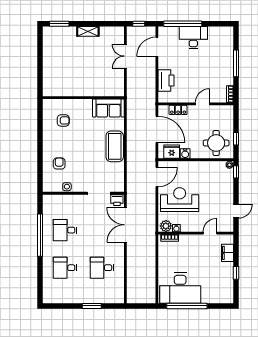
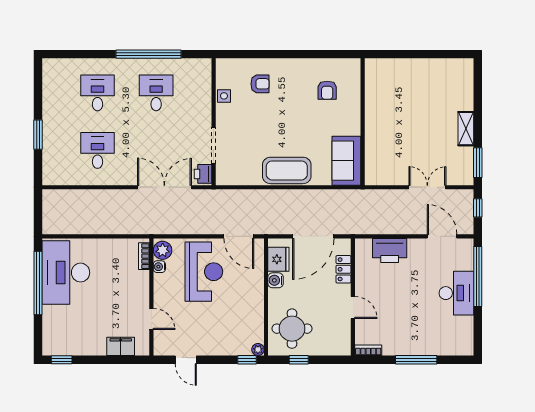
window: (59, 24) -> (478, 163), moved
window: (236, 273) -> (62, 360), moved

